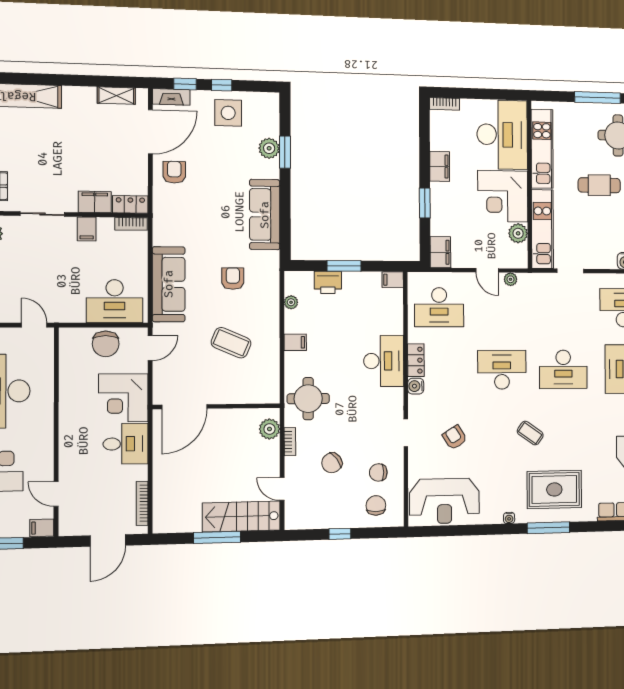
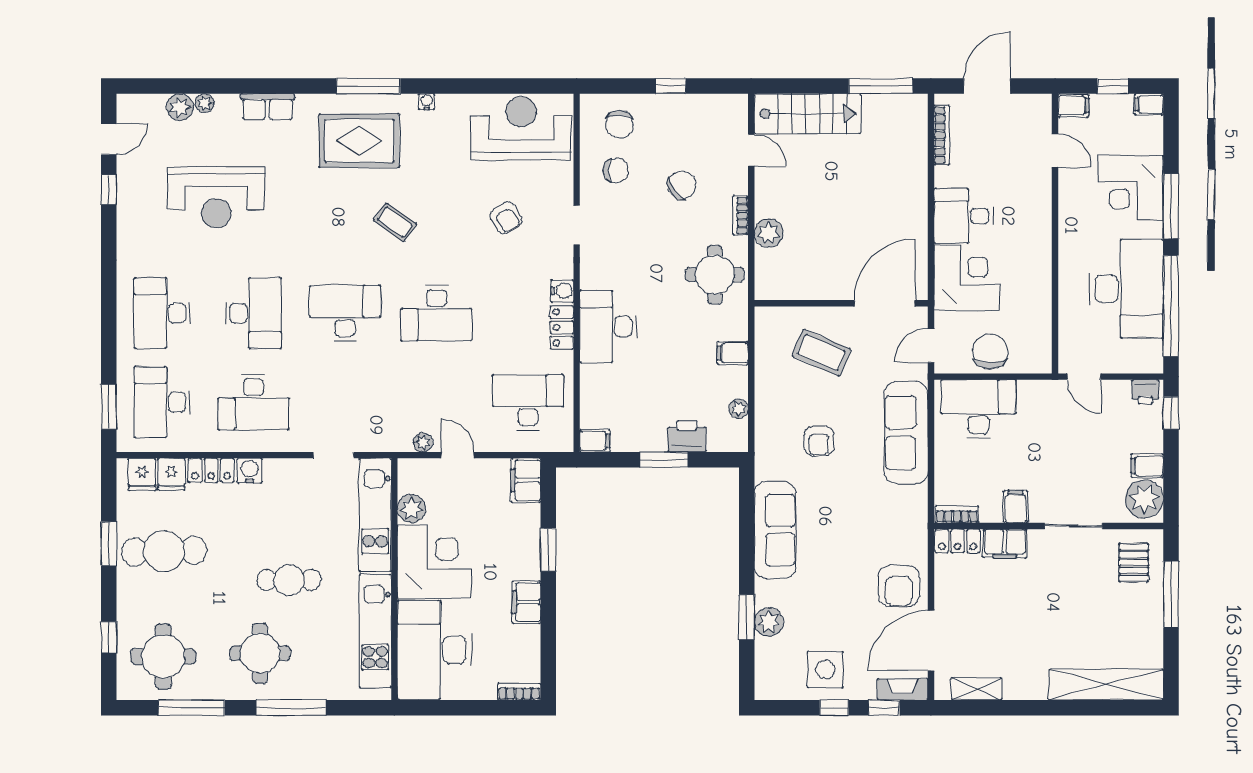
armchair: (174, 172) -> (899, 586), width x1.38, depth x1.38
wall: (217, 406) -> (841, 303), moved
door: (184, 407) -> (885, 303), moved
window: (217, 537) -> (881, 86), moved

